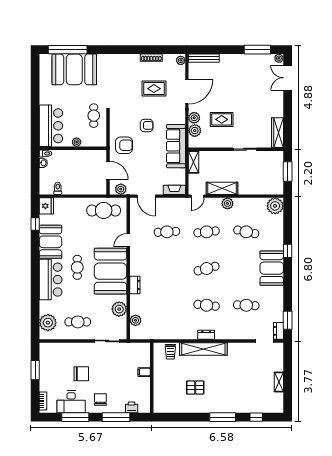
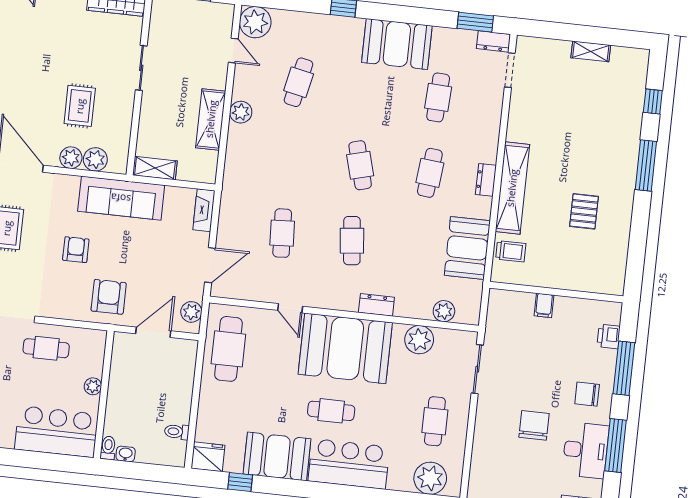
door: (198, 196) -> (233, 51), moved
cafe table: (207, 232) -> (352, 241), moved
booth: (272, 268) -> (397, 44), moved
booth: (170, 329) -> (467, 248), added

